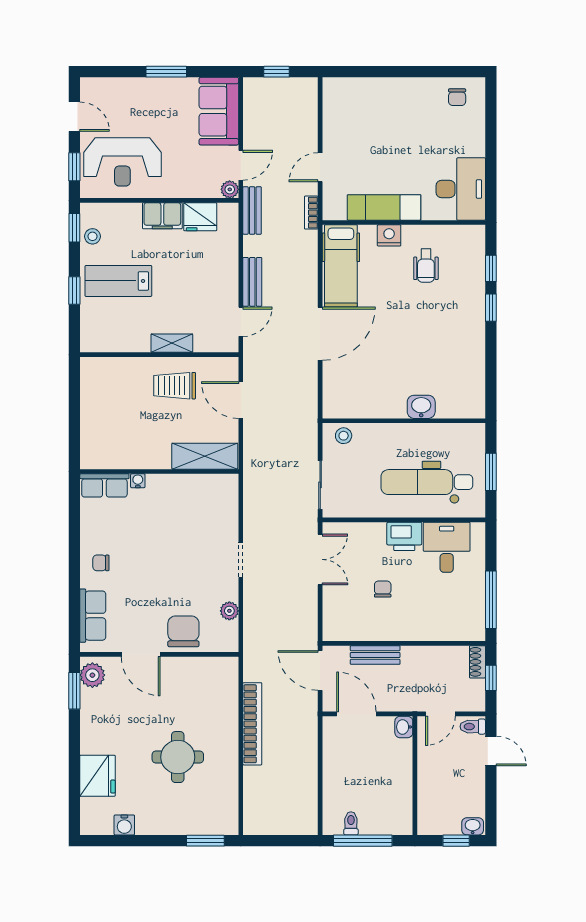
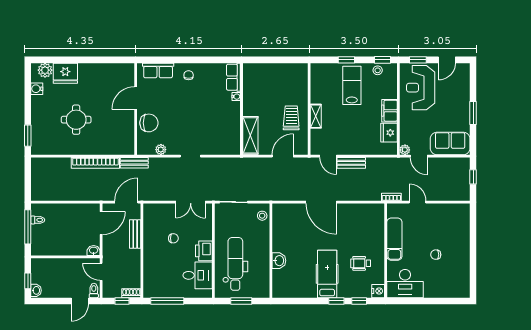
chair: (457, 97) -> (436, 255), moved
bench: (252, 210) -> (134, 163), moved
nightstand: (389, 235) -> (378, 291), moved
hospital bed: (341, 266) -> (327, 274), moved, turned 90
plant: (92, 675) -> (45, 70), moved
window: (74, 691) -> (115, 60), removed

